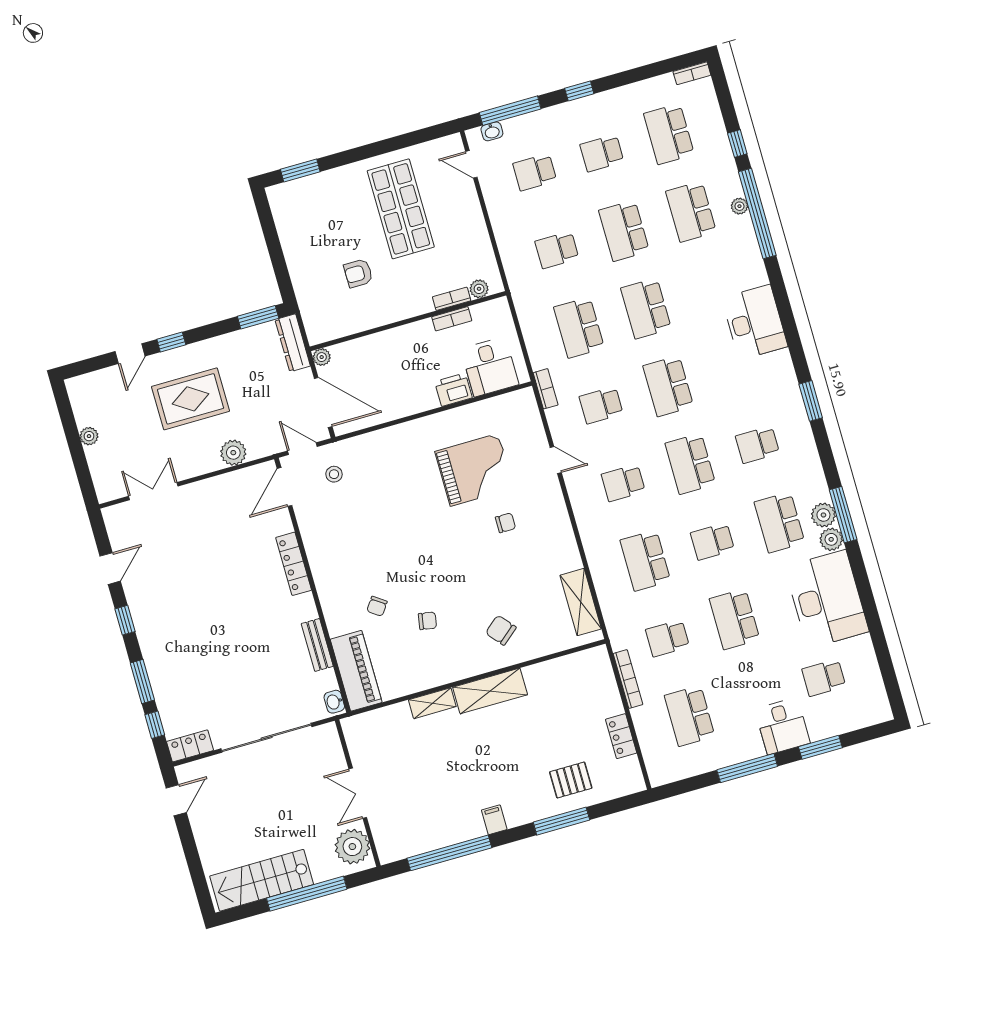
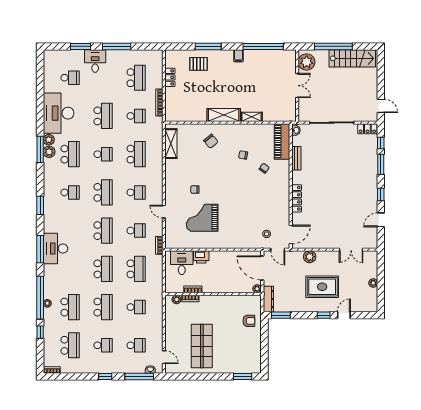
armchair: (358, 273) -> (249, 321), moved
window: (785, 312) -> (40, 249), added
door: (176, 800) -> (381, 106), swing flipped

